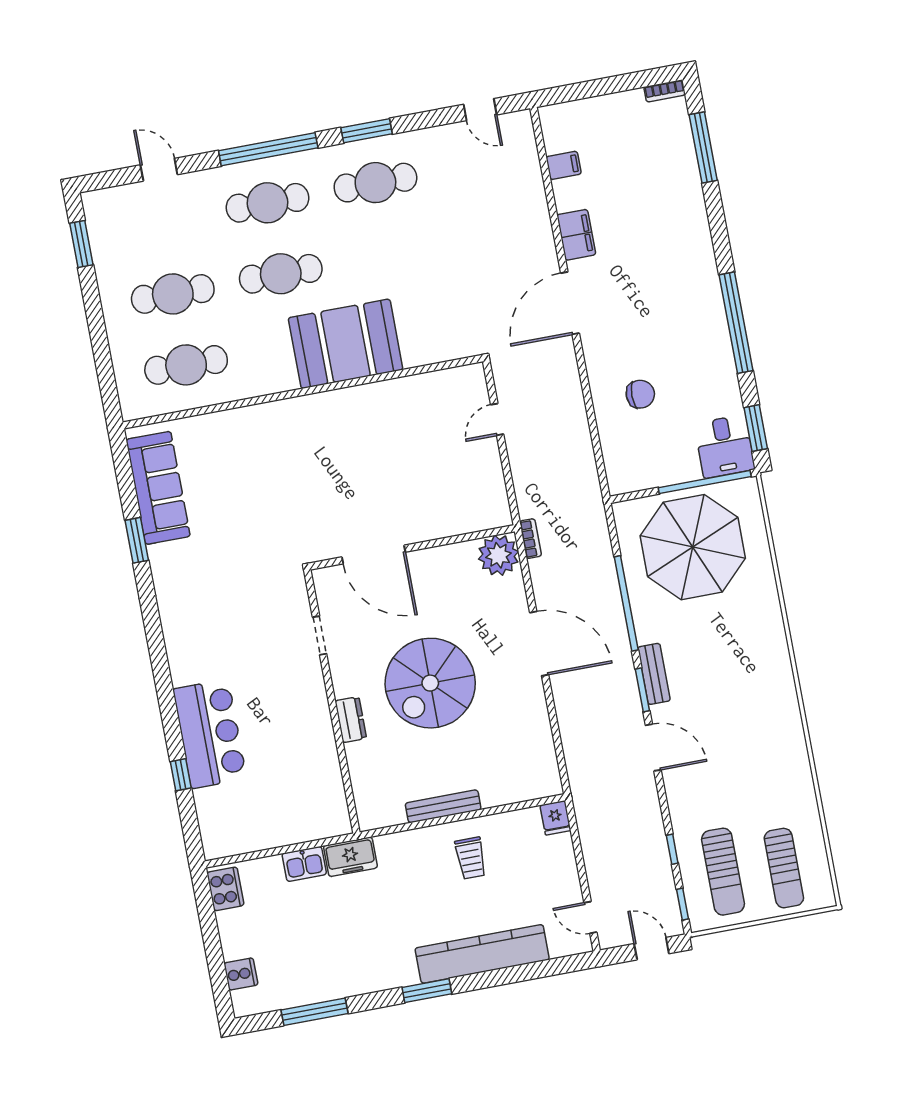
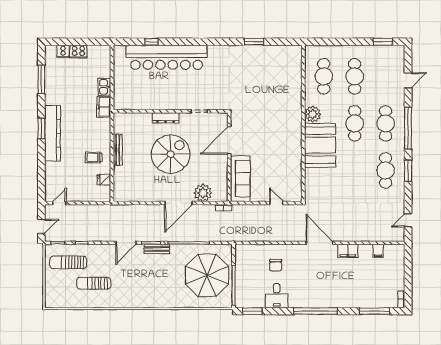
window: (736, 323) -> (315, 311), moved
plant: (277, 374) -> (313, 114), added
desk: (725, 446) -> (277, 296), moved, turned -90
sofa: (158, 488) -> (240, 179), moved, turned -90
plant: (499, 555) -> (203, 193), moved
spiral stairs: (430, 683) -> (171, 154), turned 90
dresser: (351, 720) -> (166, 118), width x1.44
bar counter: (210, 734) -> (167, 57), width x1.86
fridge: (555, 818) -> (104, 180), moved
sun lounger: (784, 868) -> (94, 283), moved
cooker: (225, 889) -> (78, 52), moved
kitchen counter: (482, 954) -> (53, 133), moved

